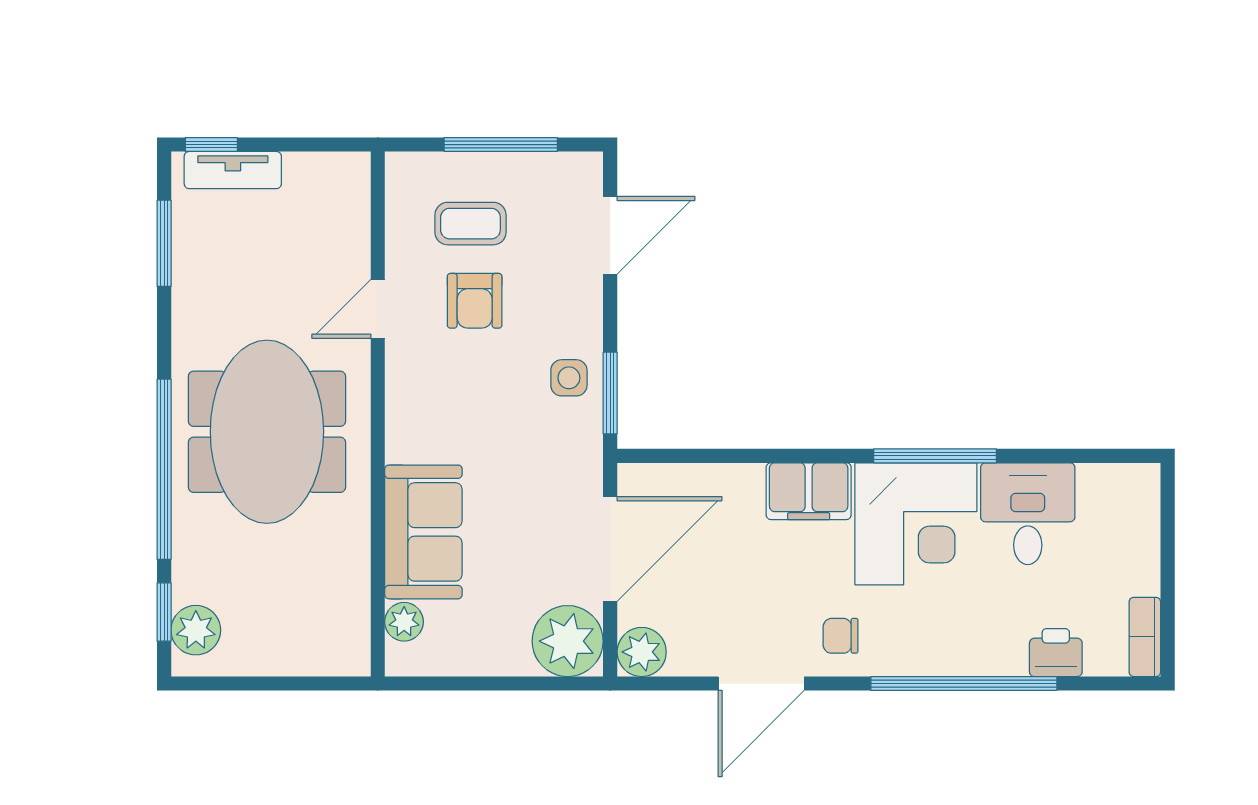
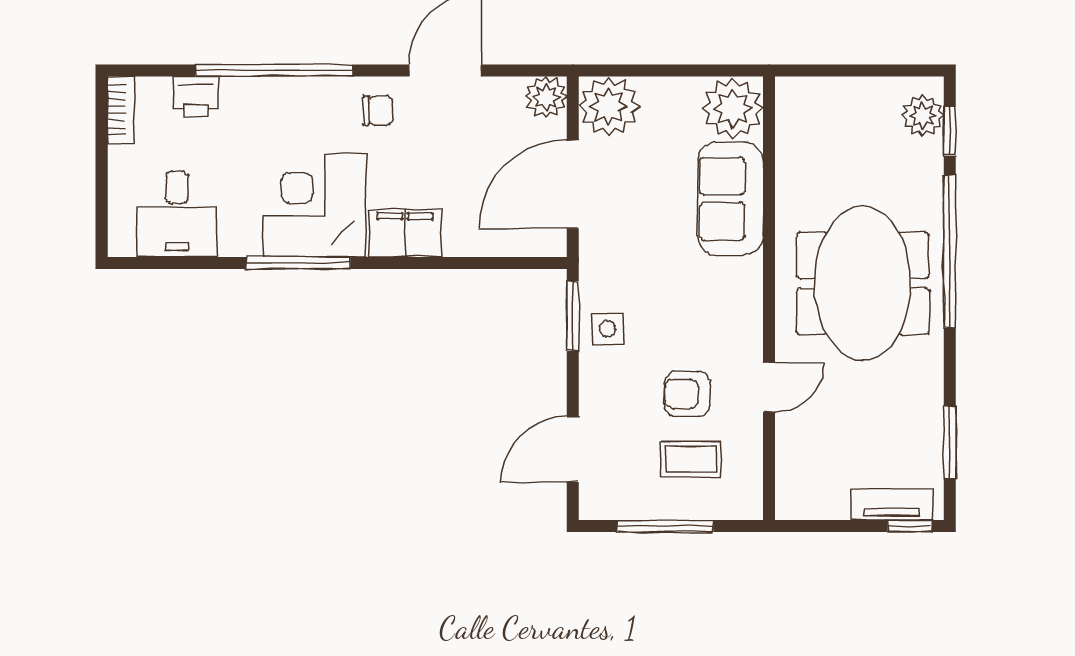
armchair: (475, 301) -> (687, 394), turned -90
desk: (1028, 514) -> (177, 214), moved
plant: (404, 622) -> (733, 108), width x1.88, depth x1.88

